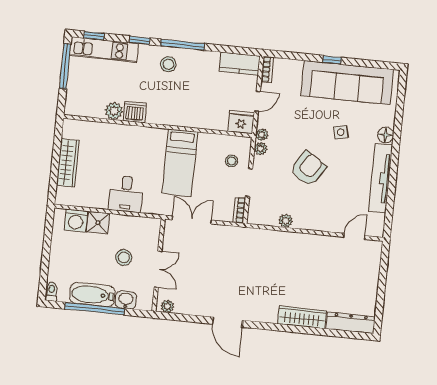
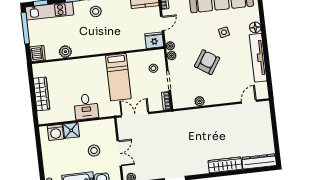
dishwasher: (135, 112) -> (38, 53), moved, turned 90

